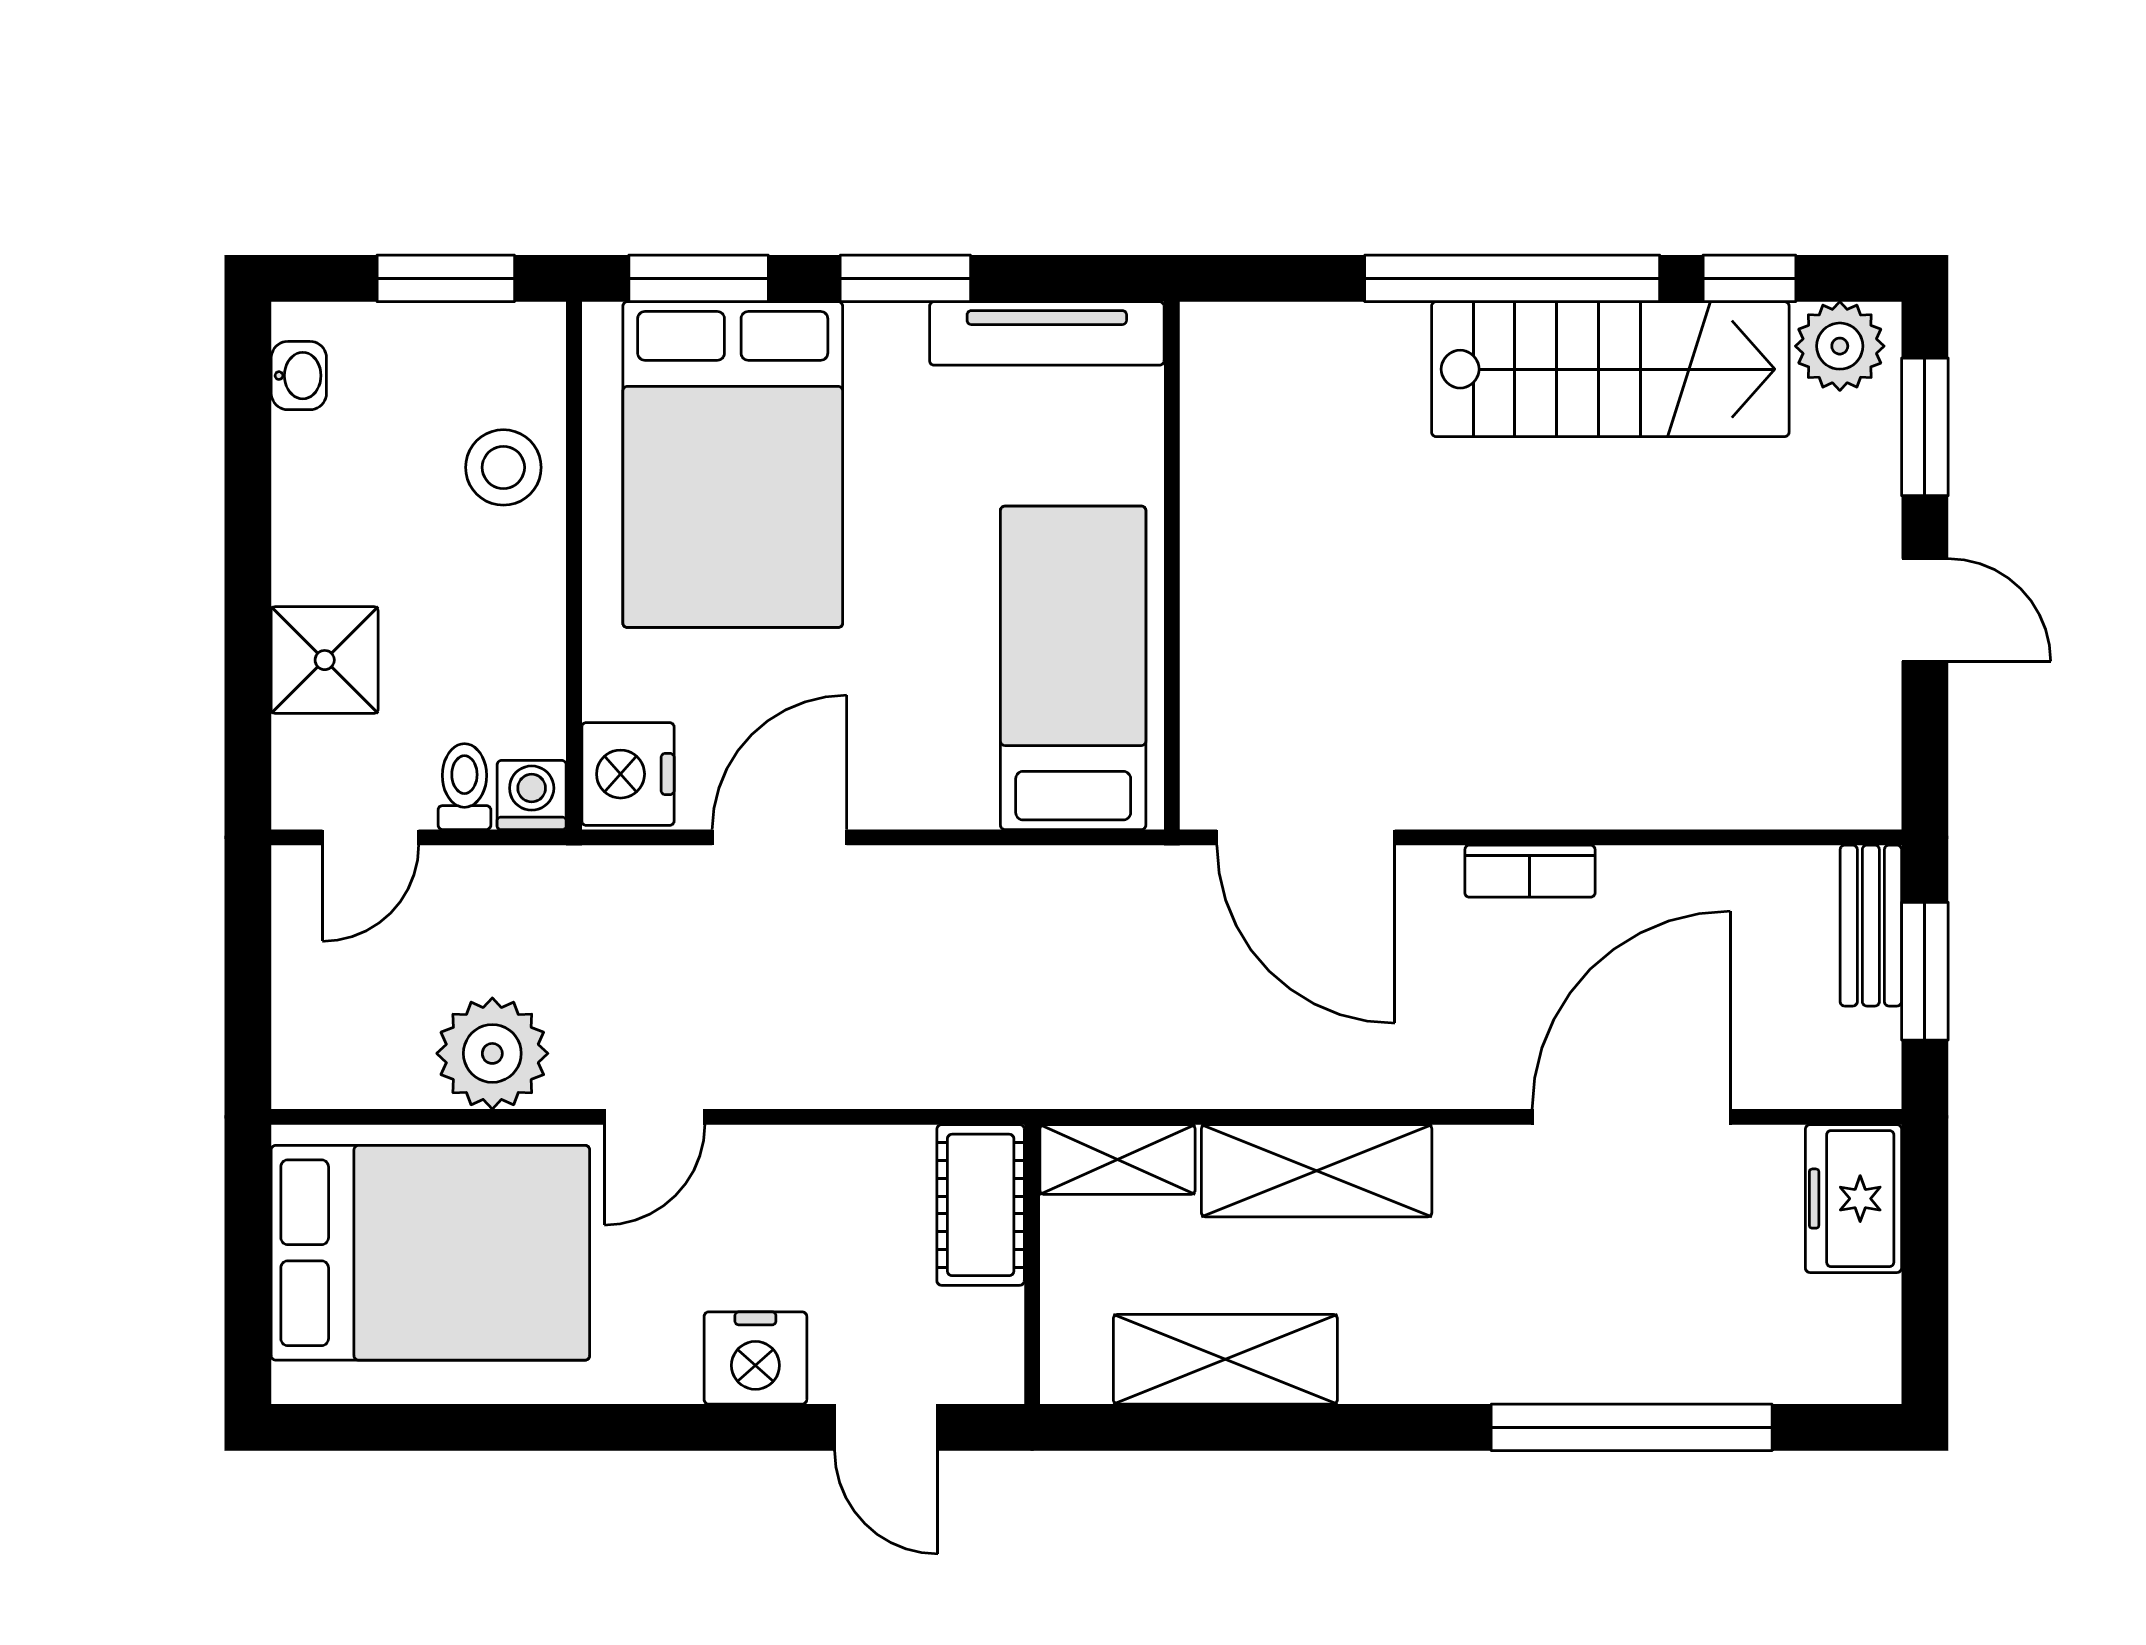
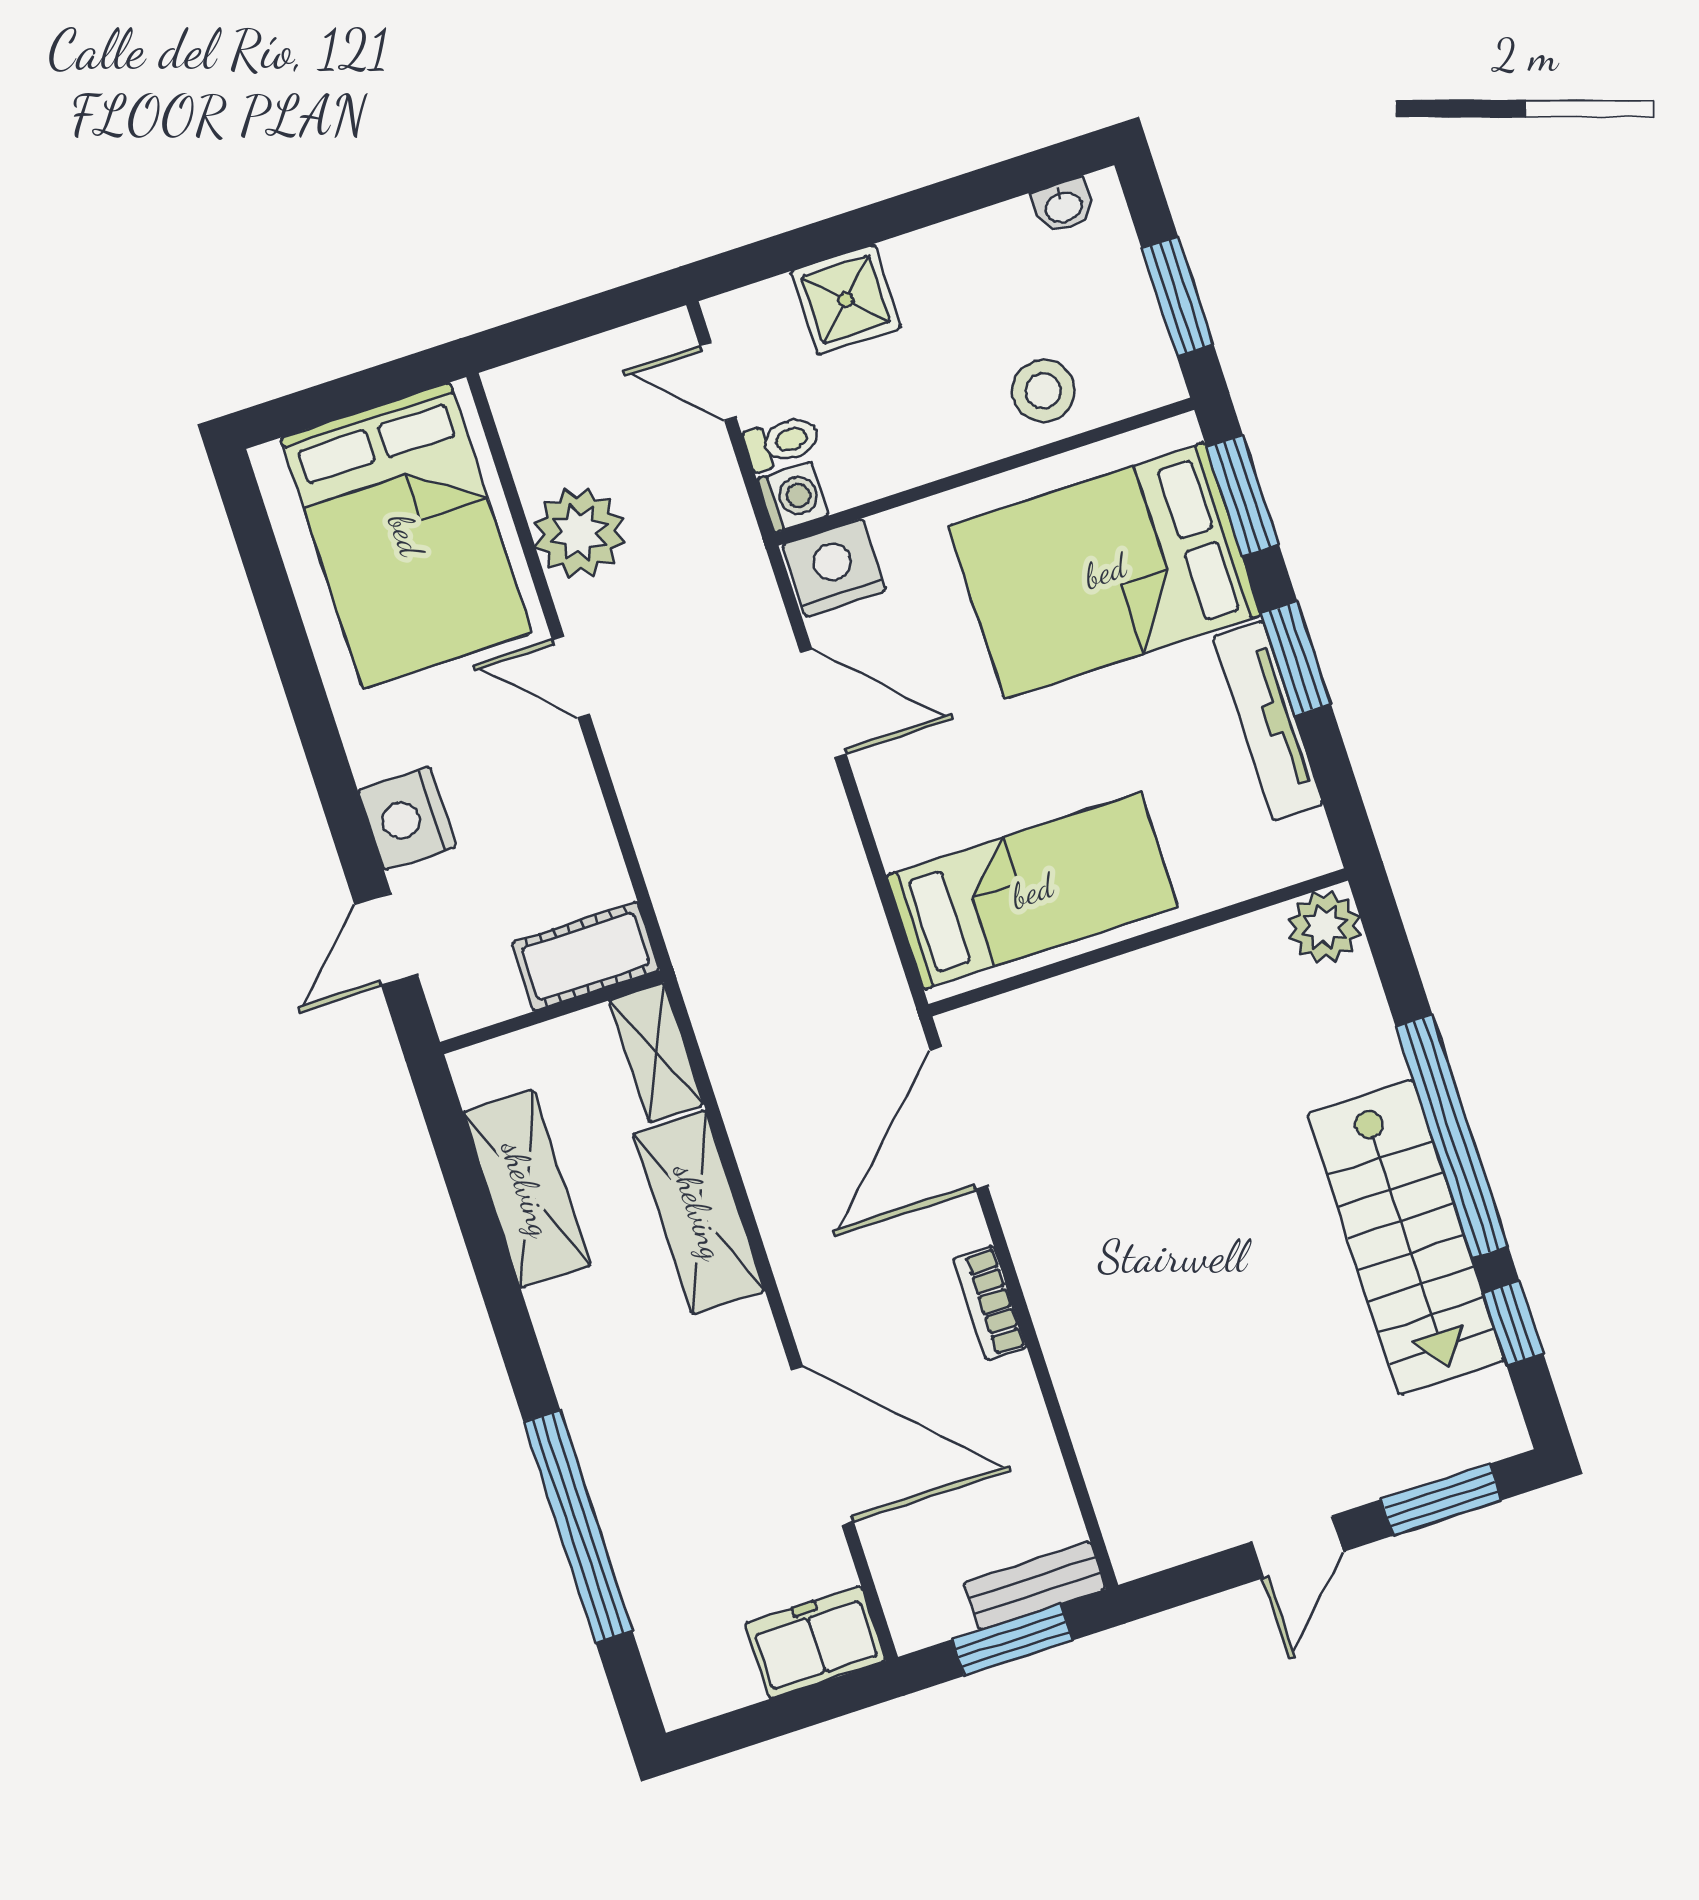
tv unit: (1047, 333) -> (1268, 721), moved
plant: (1840, 346) -> (1325, 927), moved

